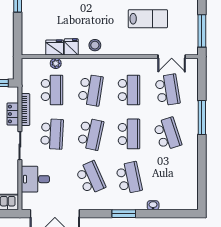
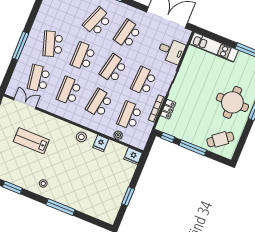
fridge: (55, 47) -> (133, 156), moved
school desk: (91, 178) -> (127, 34), turned 36
school desk: (129, 178) -> (97, 22), turned 33

